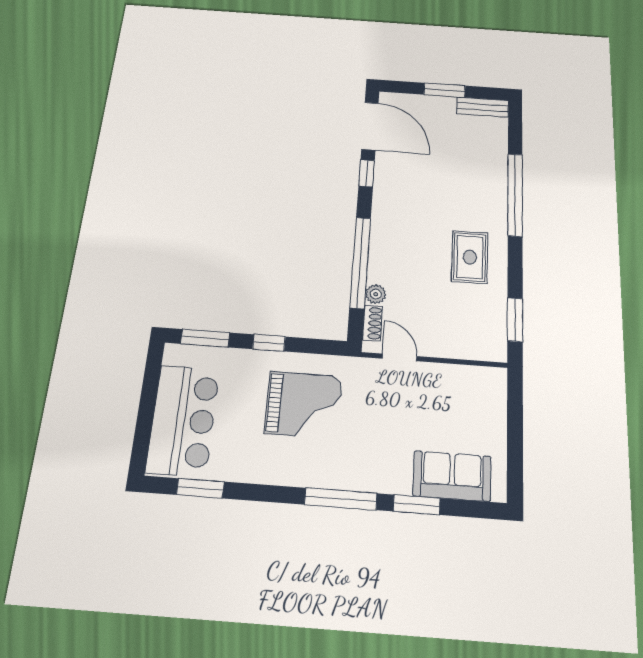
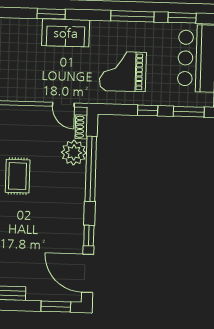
window: (445, 90) -> (56, 307), moved
plant: (376, 294) -> (74, 153), width x1.88, depth x1.88
sofa: (452, 476) -> (66, 33), moved
window: (341, 499) -> (132, 16), moved

